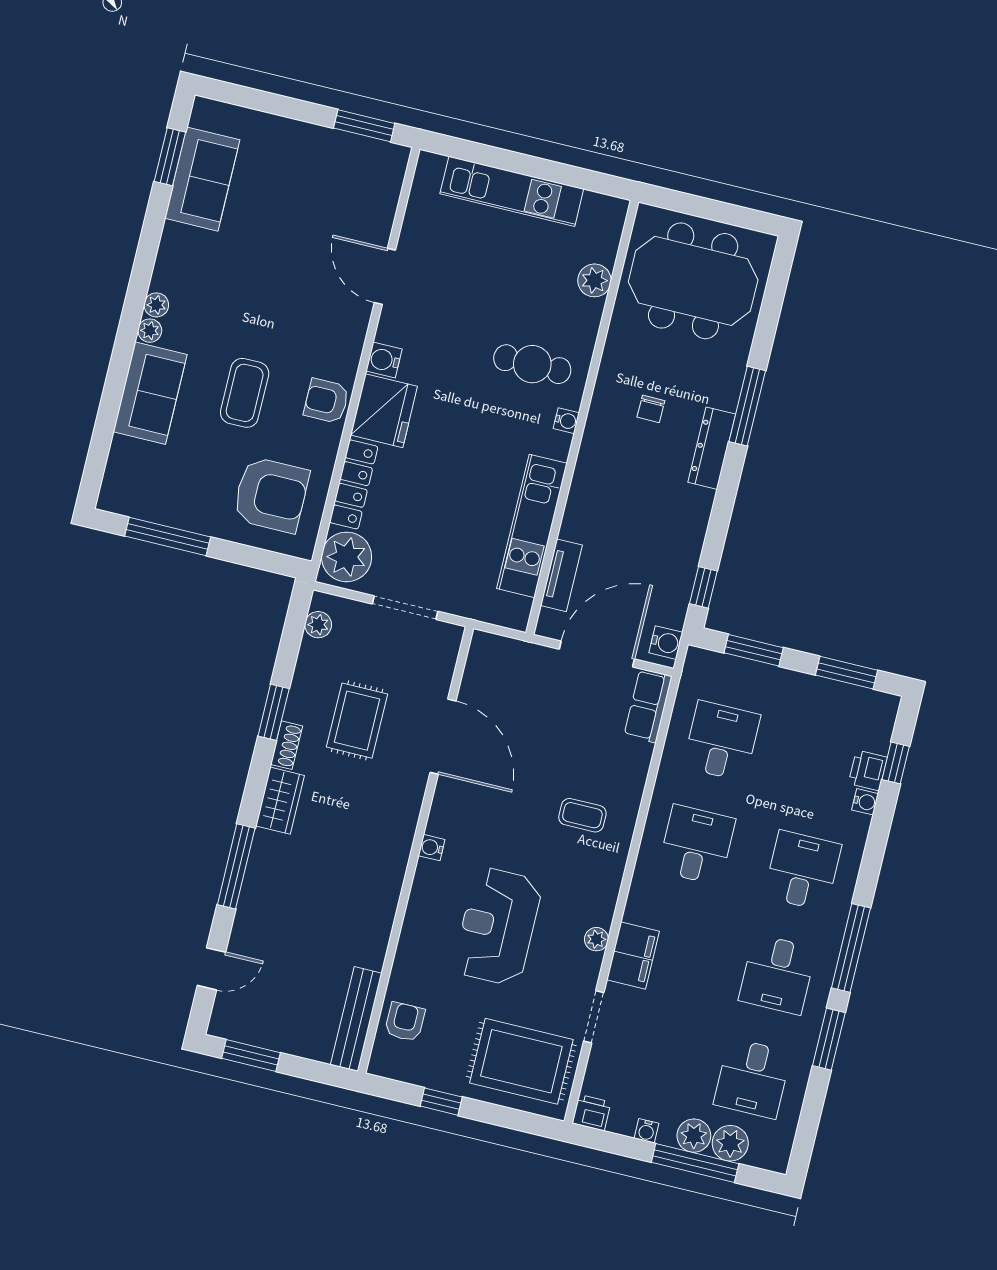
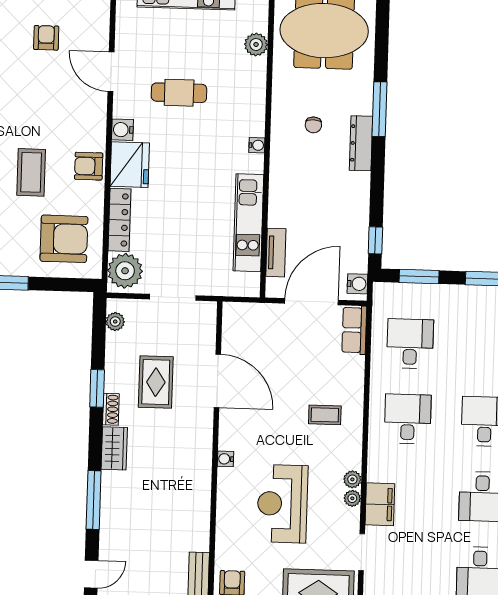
armchair: (305, 210) -> (46, 38), added
cafe table: (532, 364) -> (179, 93), moved
plant: (602, 913) -> (352, 479), added

